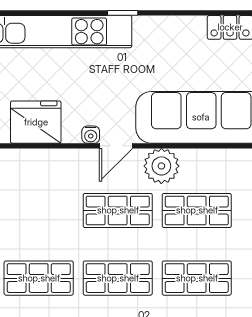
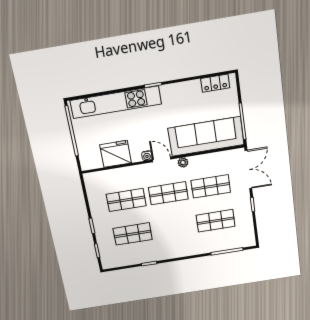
door: (116, 146) -> (162, 159), swing flipped
plant: (161, 166) -> (183, 162), width x0.53, depth x0.53
shop shelf: (118, 278) -> (126, 200), moved

